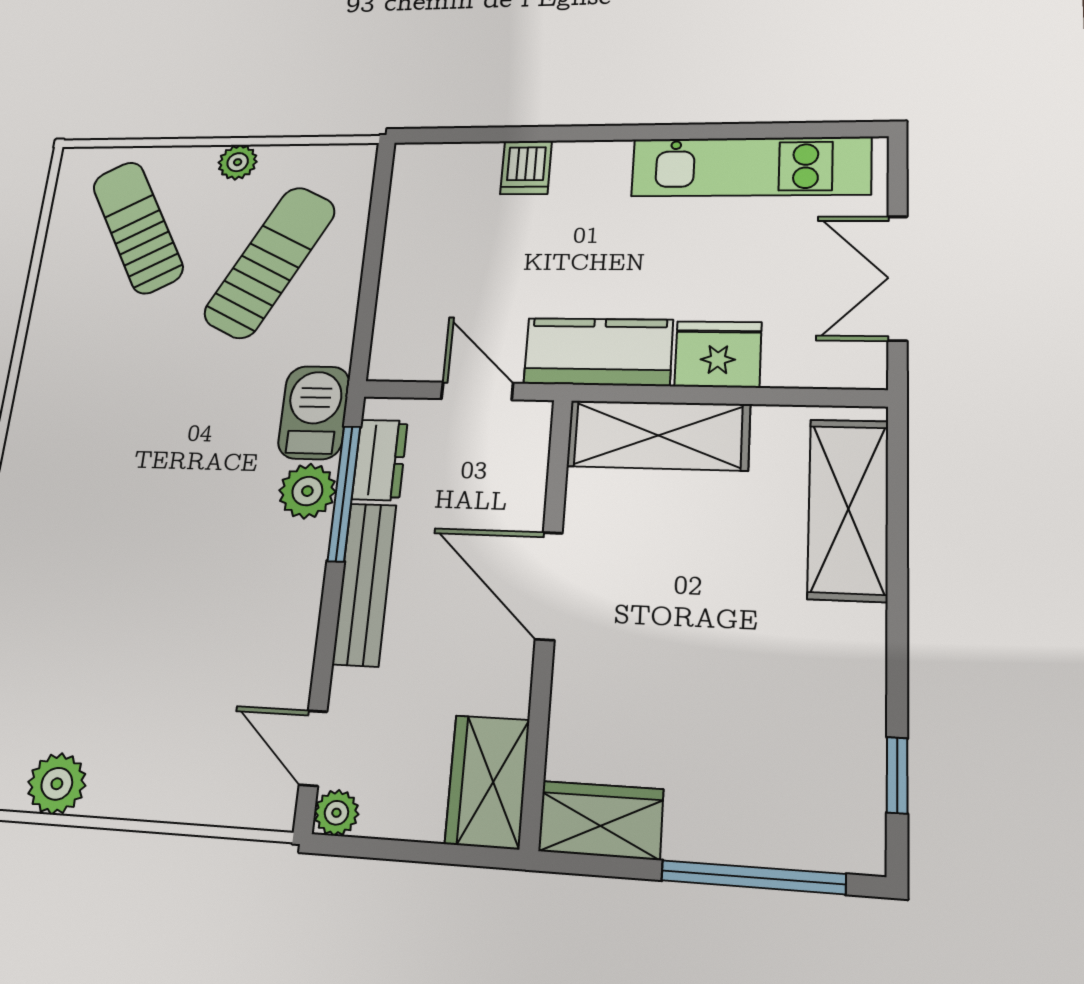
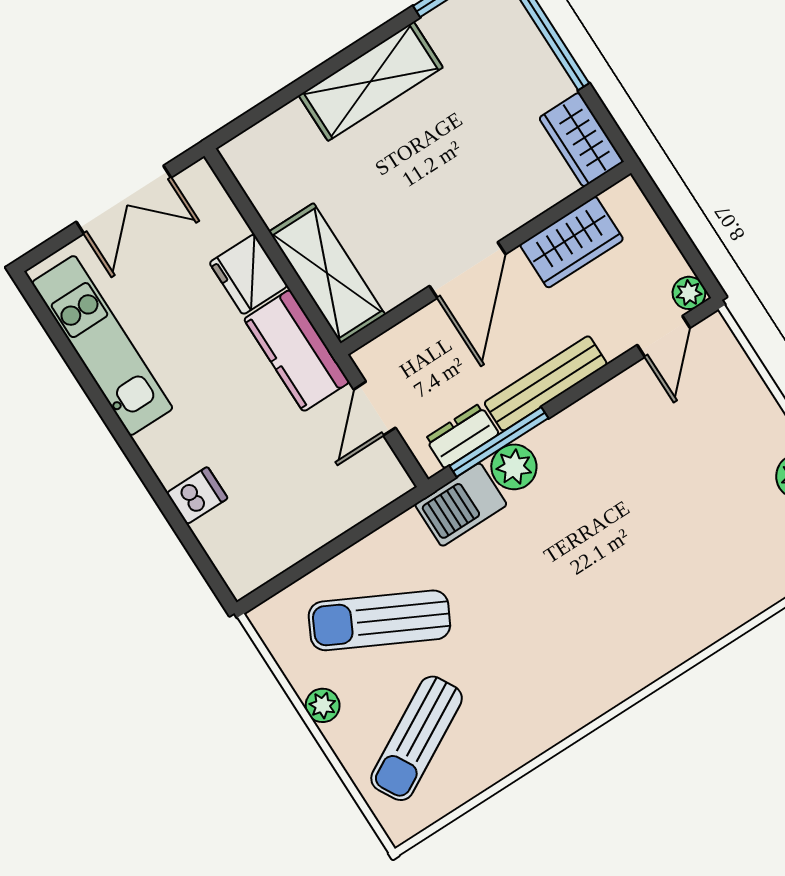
shelving: (848, 509) -> (371, 81), moved
wardrobe: (487, 782) -> (572, 242), moved

